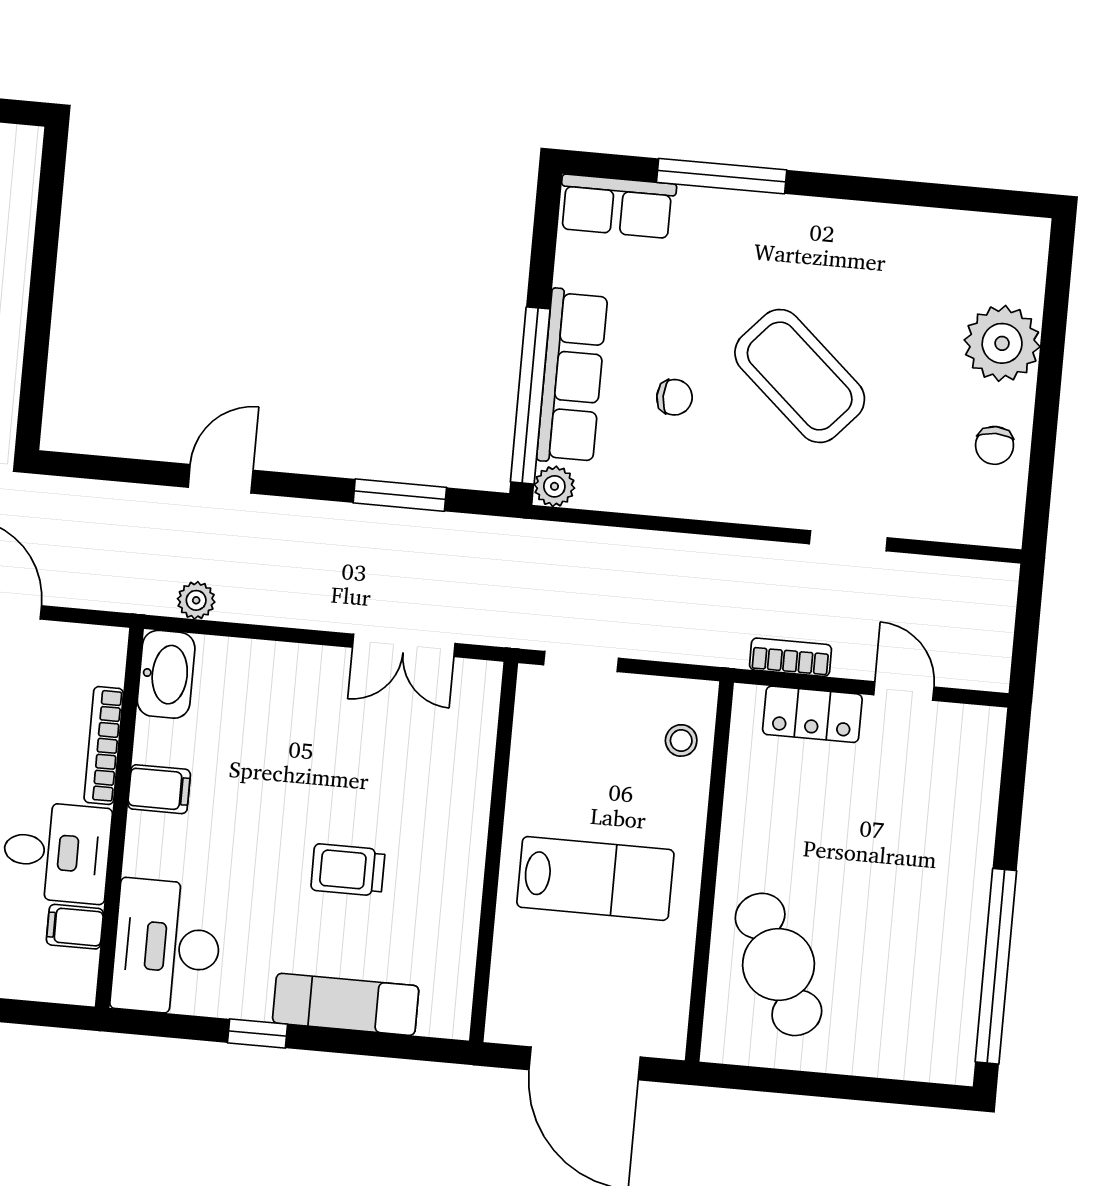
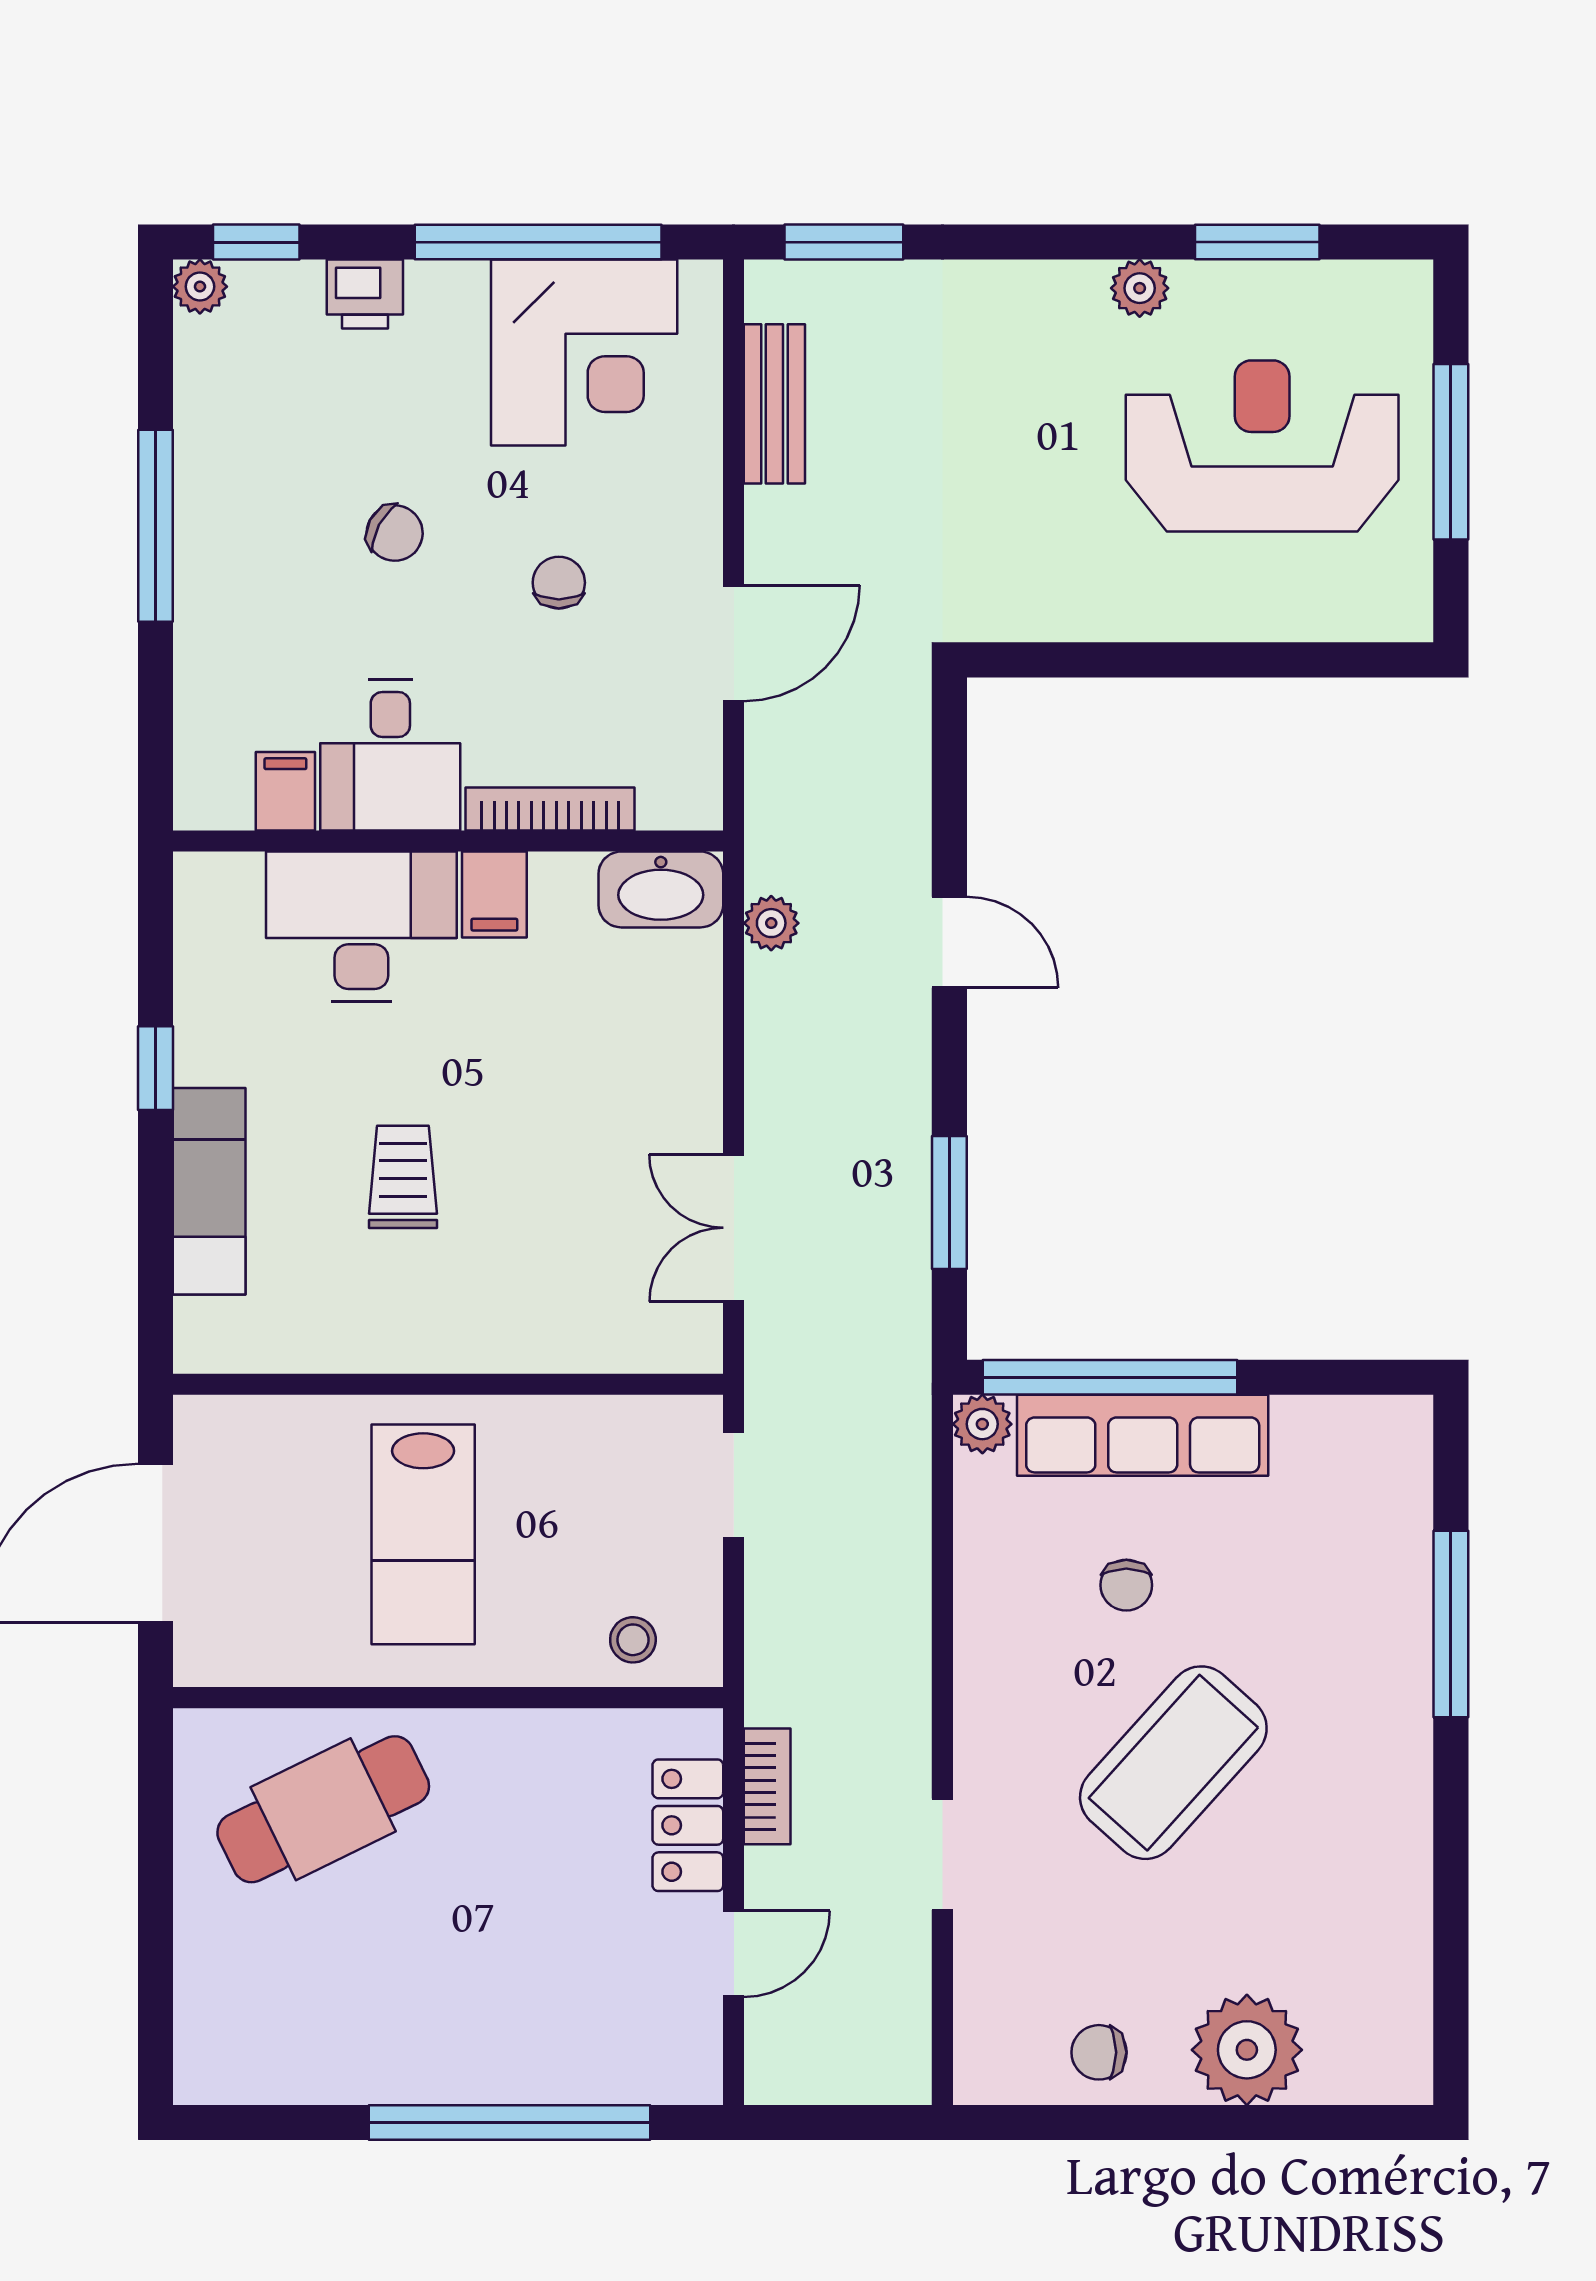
row of seats: (617, 206) -> (1394, 1478), removed
desk: (167, 947) -> (361, 926), moved
window: (996, 966) -> (509, 2122), moved

